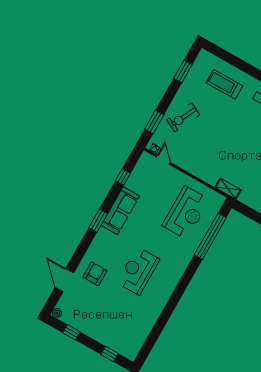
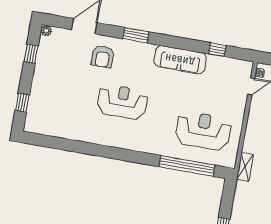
reception desk: (186, 213) -> (203, 131), turned 180
window: (98, 221) -> (136, 35), moved
armchair: (95, 274) -> (103, 57), turned 90

